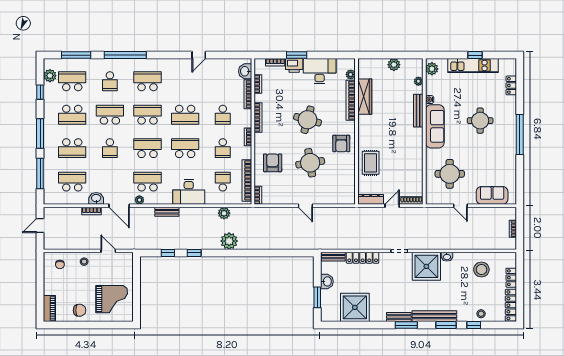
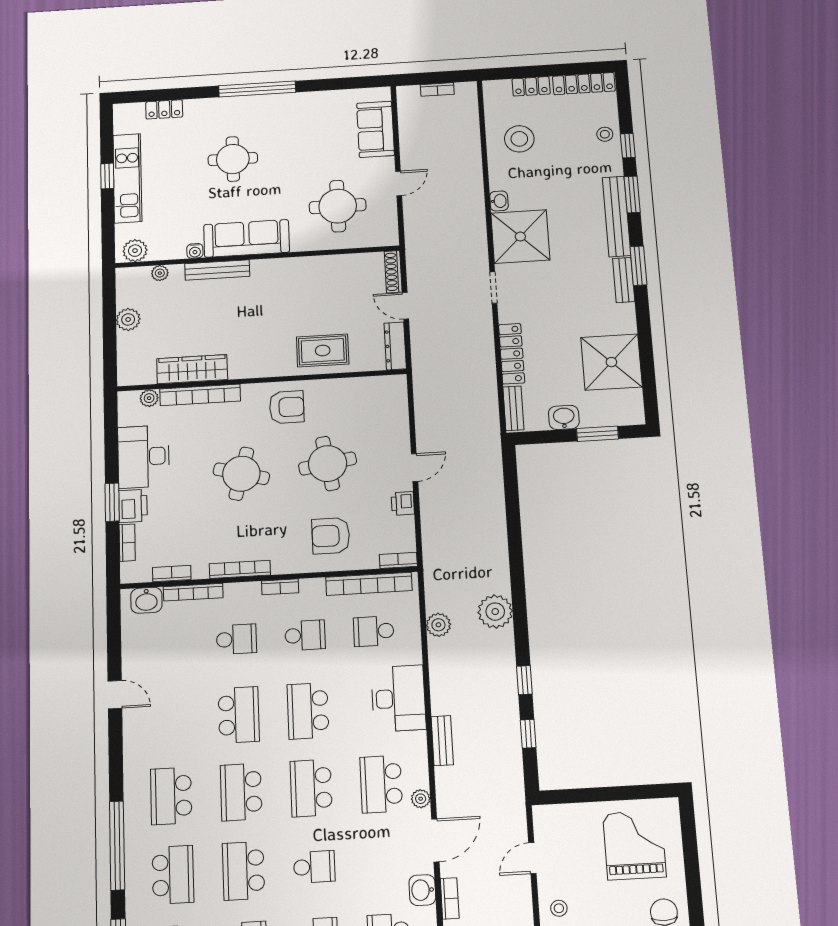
school desk: (110, 81) -> (173, 875), width x1.85
printer: (287, 199) -> (403, 503), added

